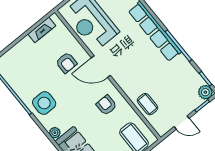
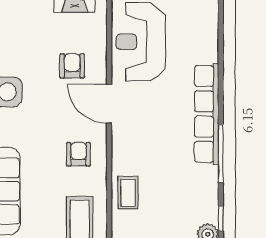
armchair: (66, 63) -> (72, 66), turned 180

